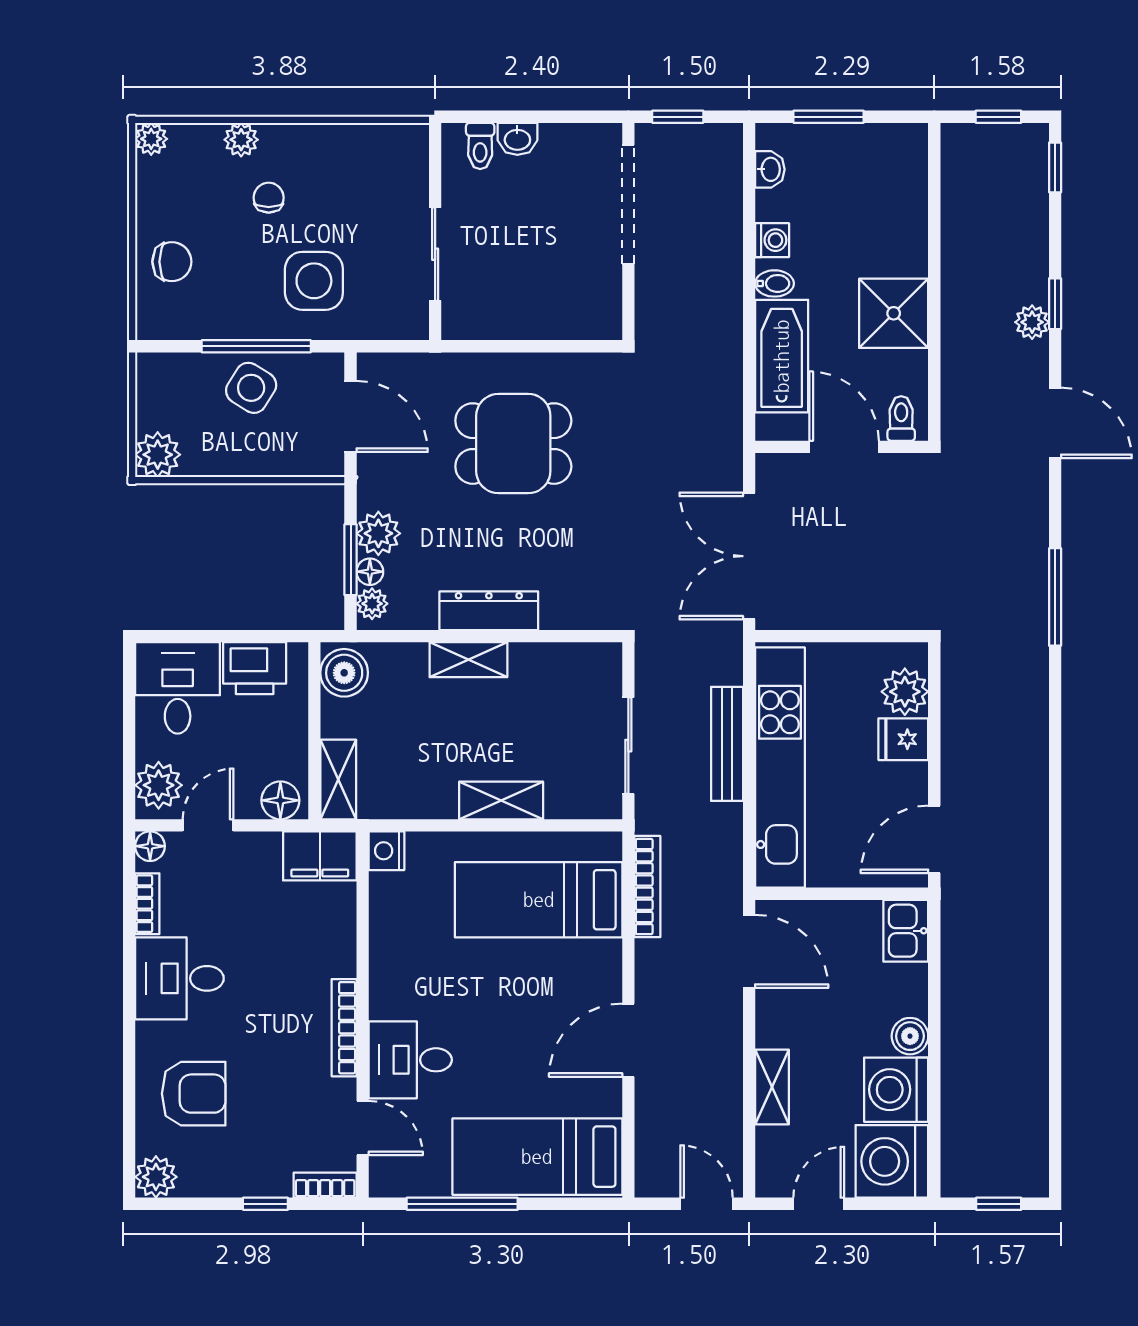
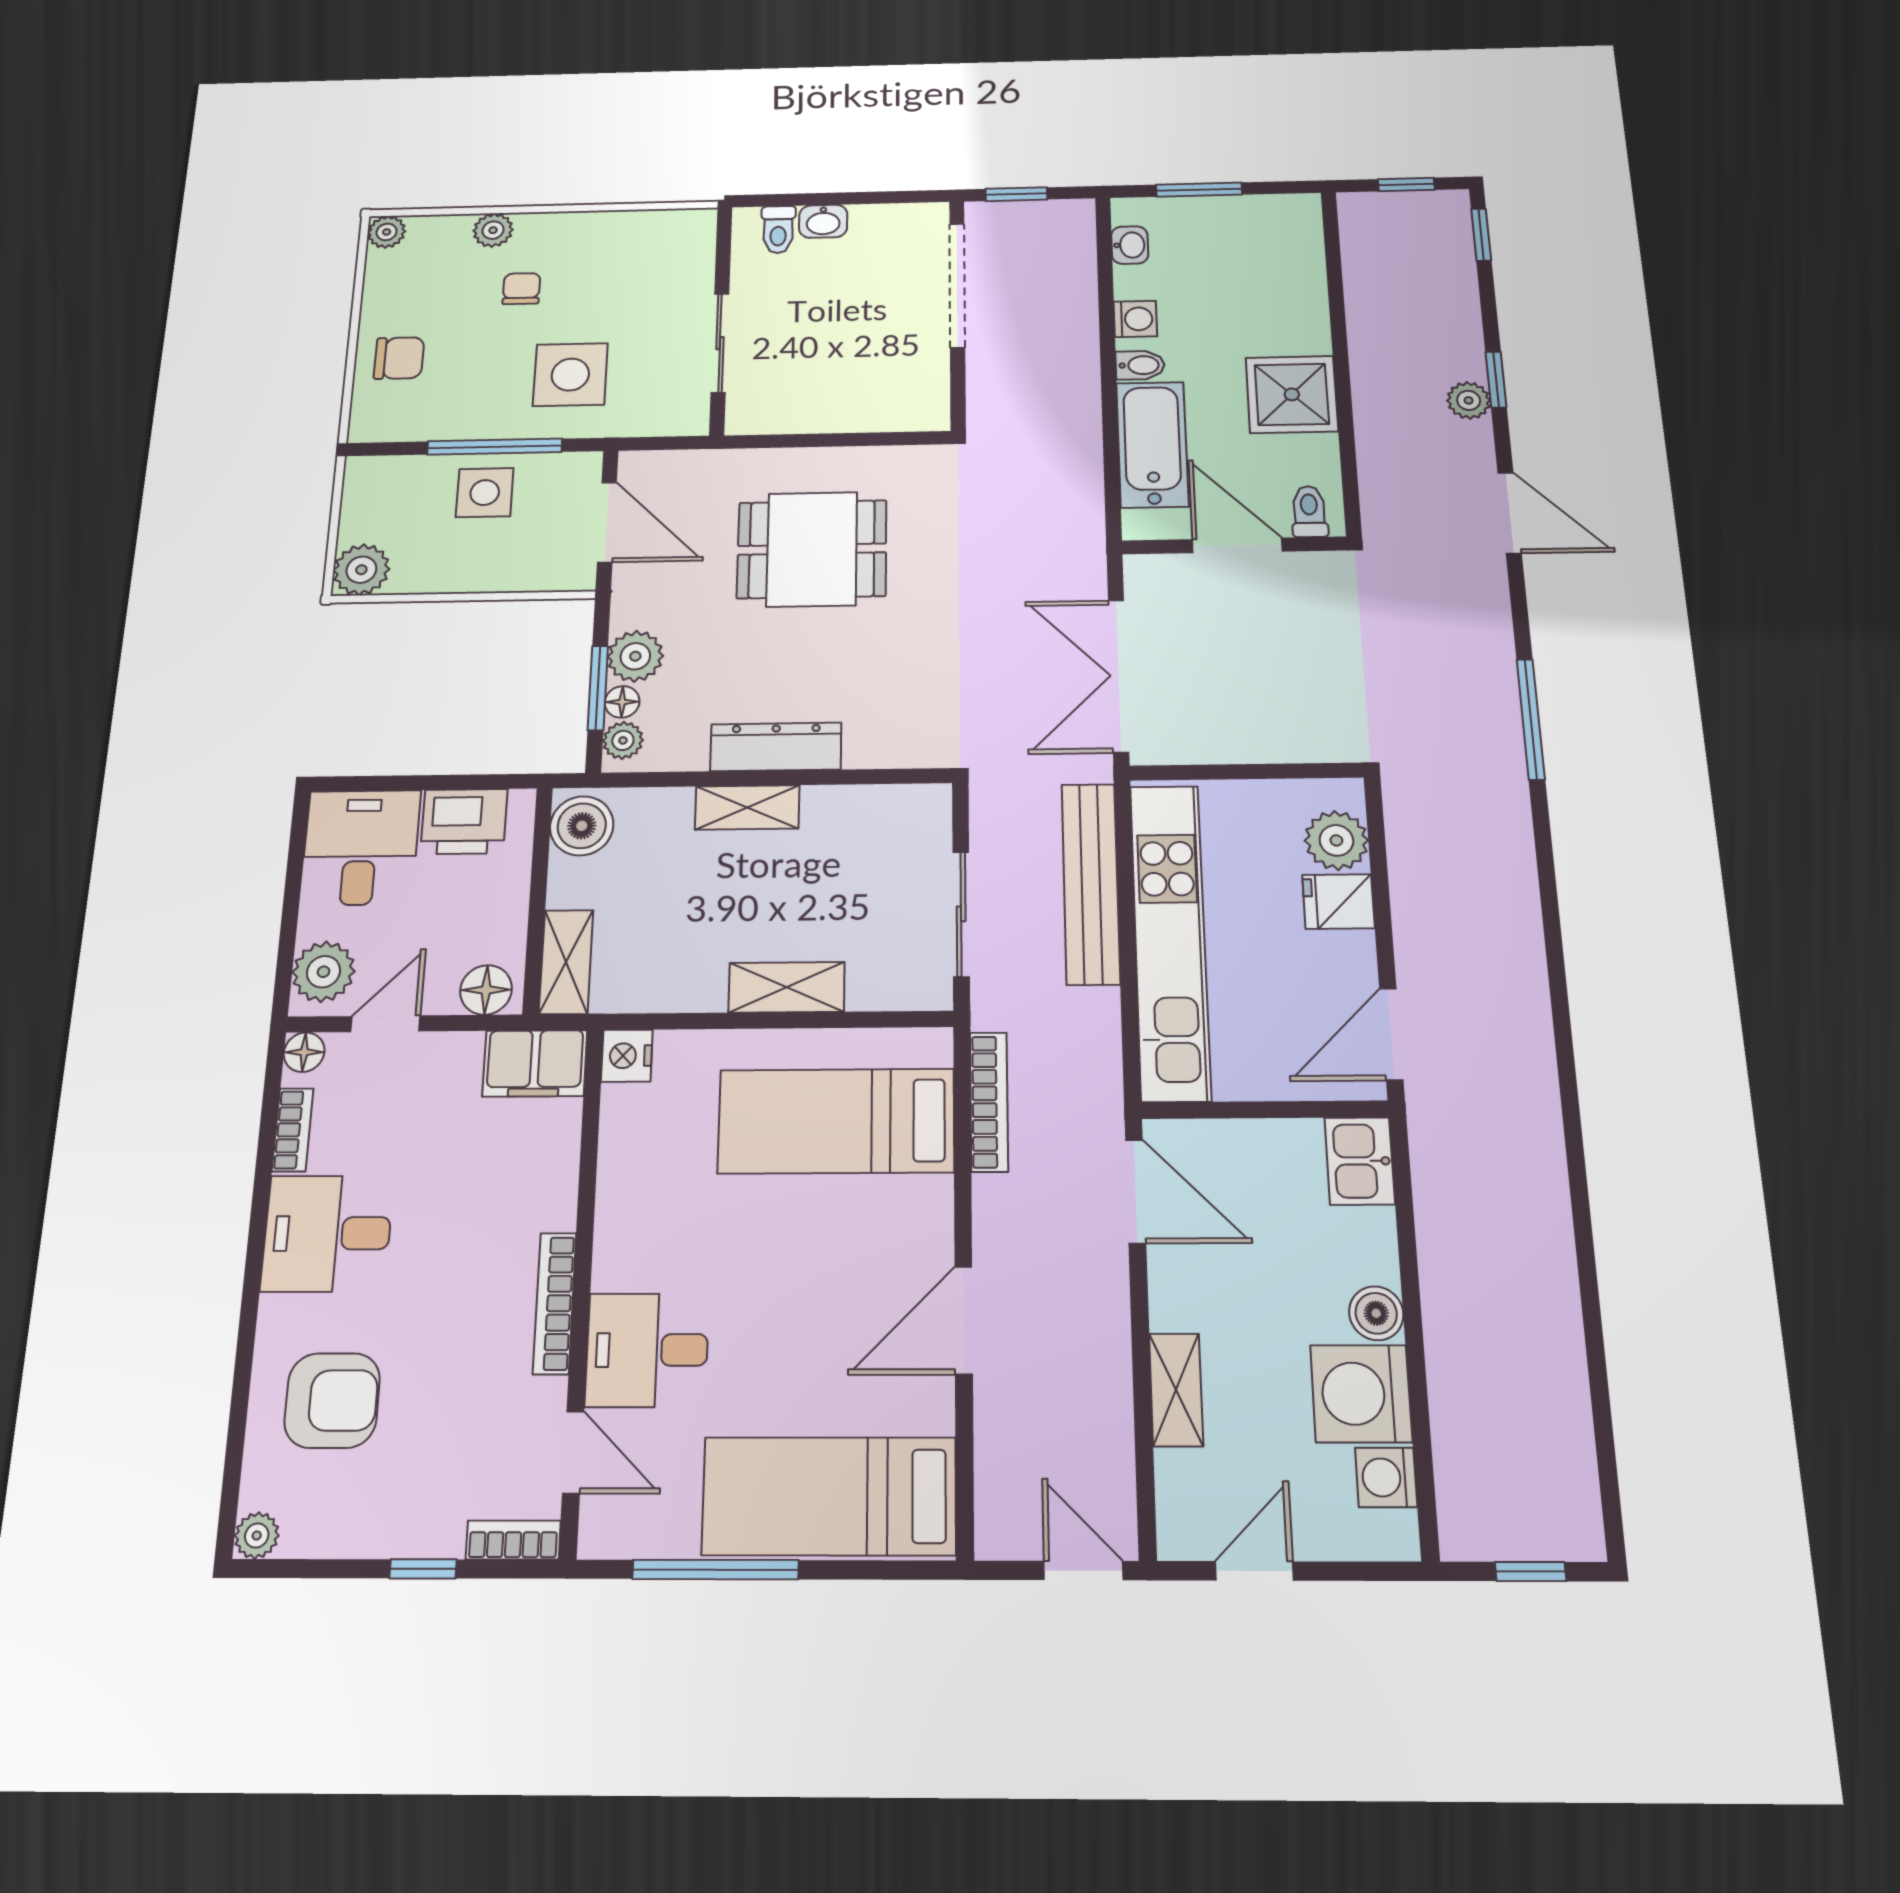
side table: (251, 388) -> (485, 493), turned -32
bench: (727, 744) -> (1091, 883), width x1.37, depth x1.21
washing machine: (892, 1161) -> (1386, 1477), width x0.53, depth x0.53
plant: (156, 1177) -> (257, 1536), width x0.73, depth x0.73

